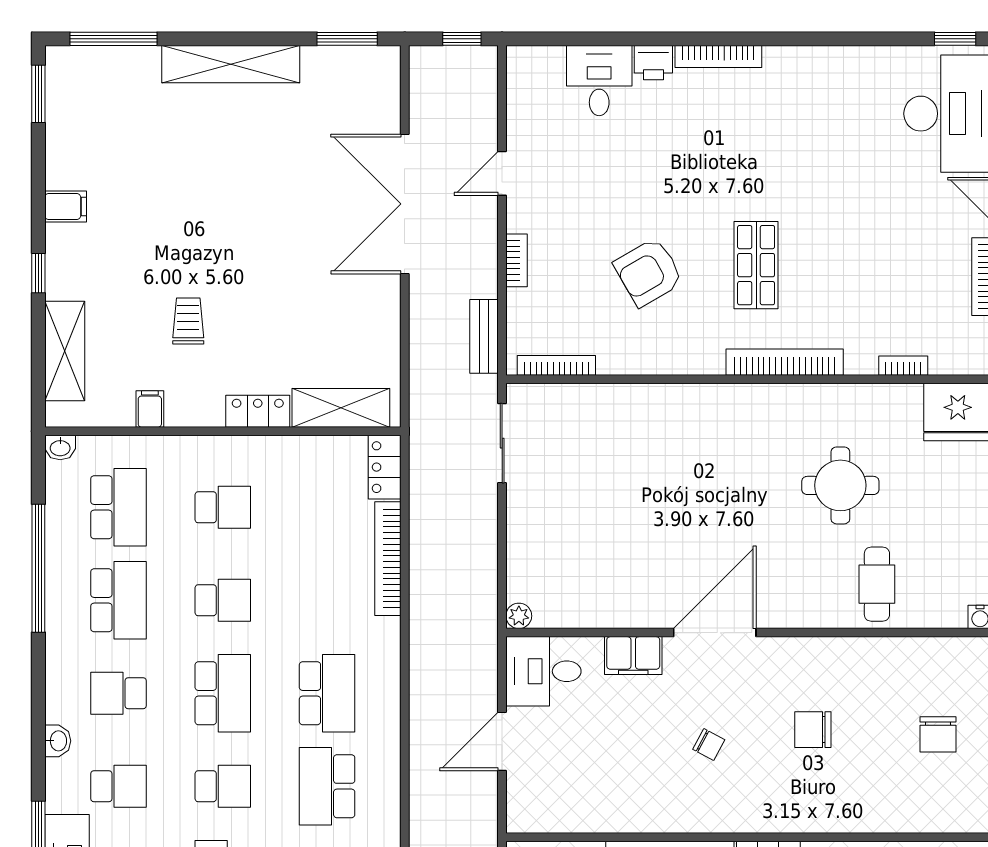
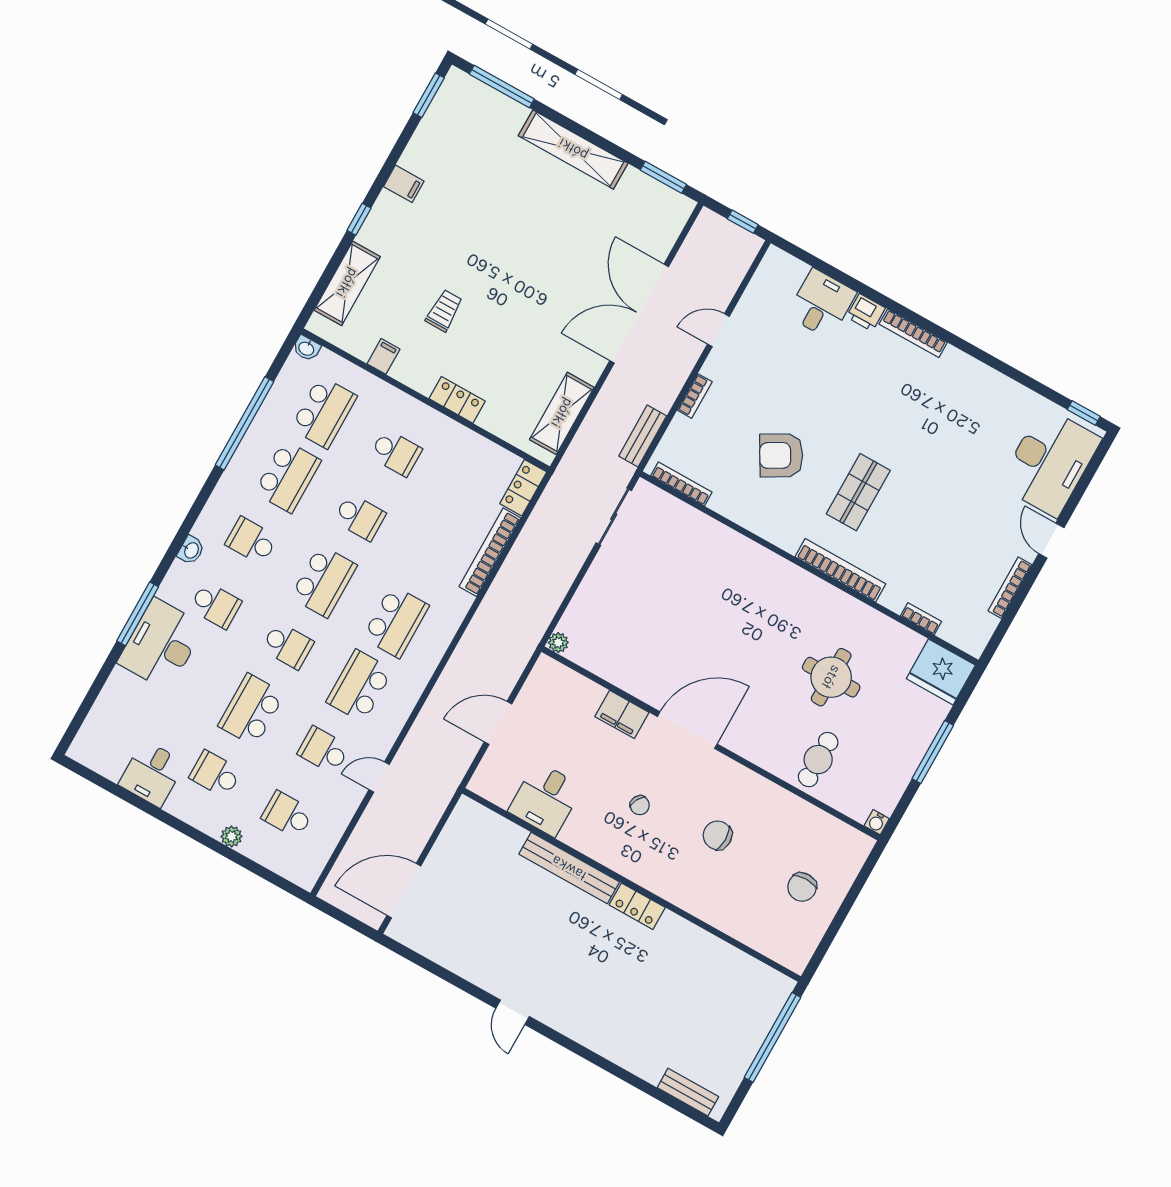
shelving: (341, 408) -> (562, 413), moved, turned 90
desk: (543, 671) -> (545, 799), moved, turned -90

